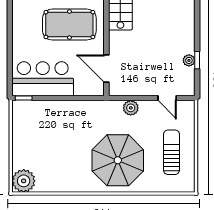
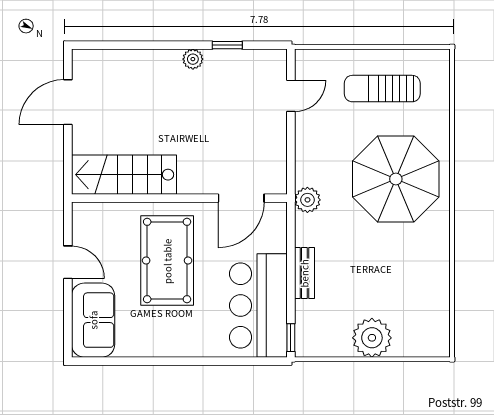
plant: (189, 60) -> (193, 59), moved
bench: (62, 106) -> (304, 273), added
plant: (131, 108) -> (307, 200), moved
plant: (24, 181) -> (372, 338), moved

